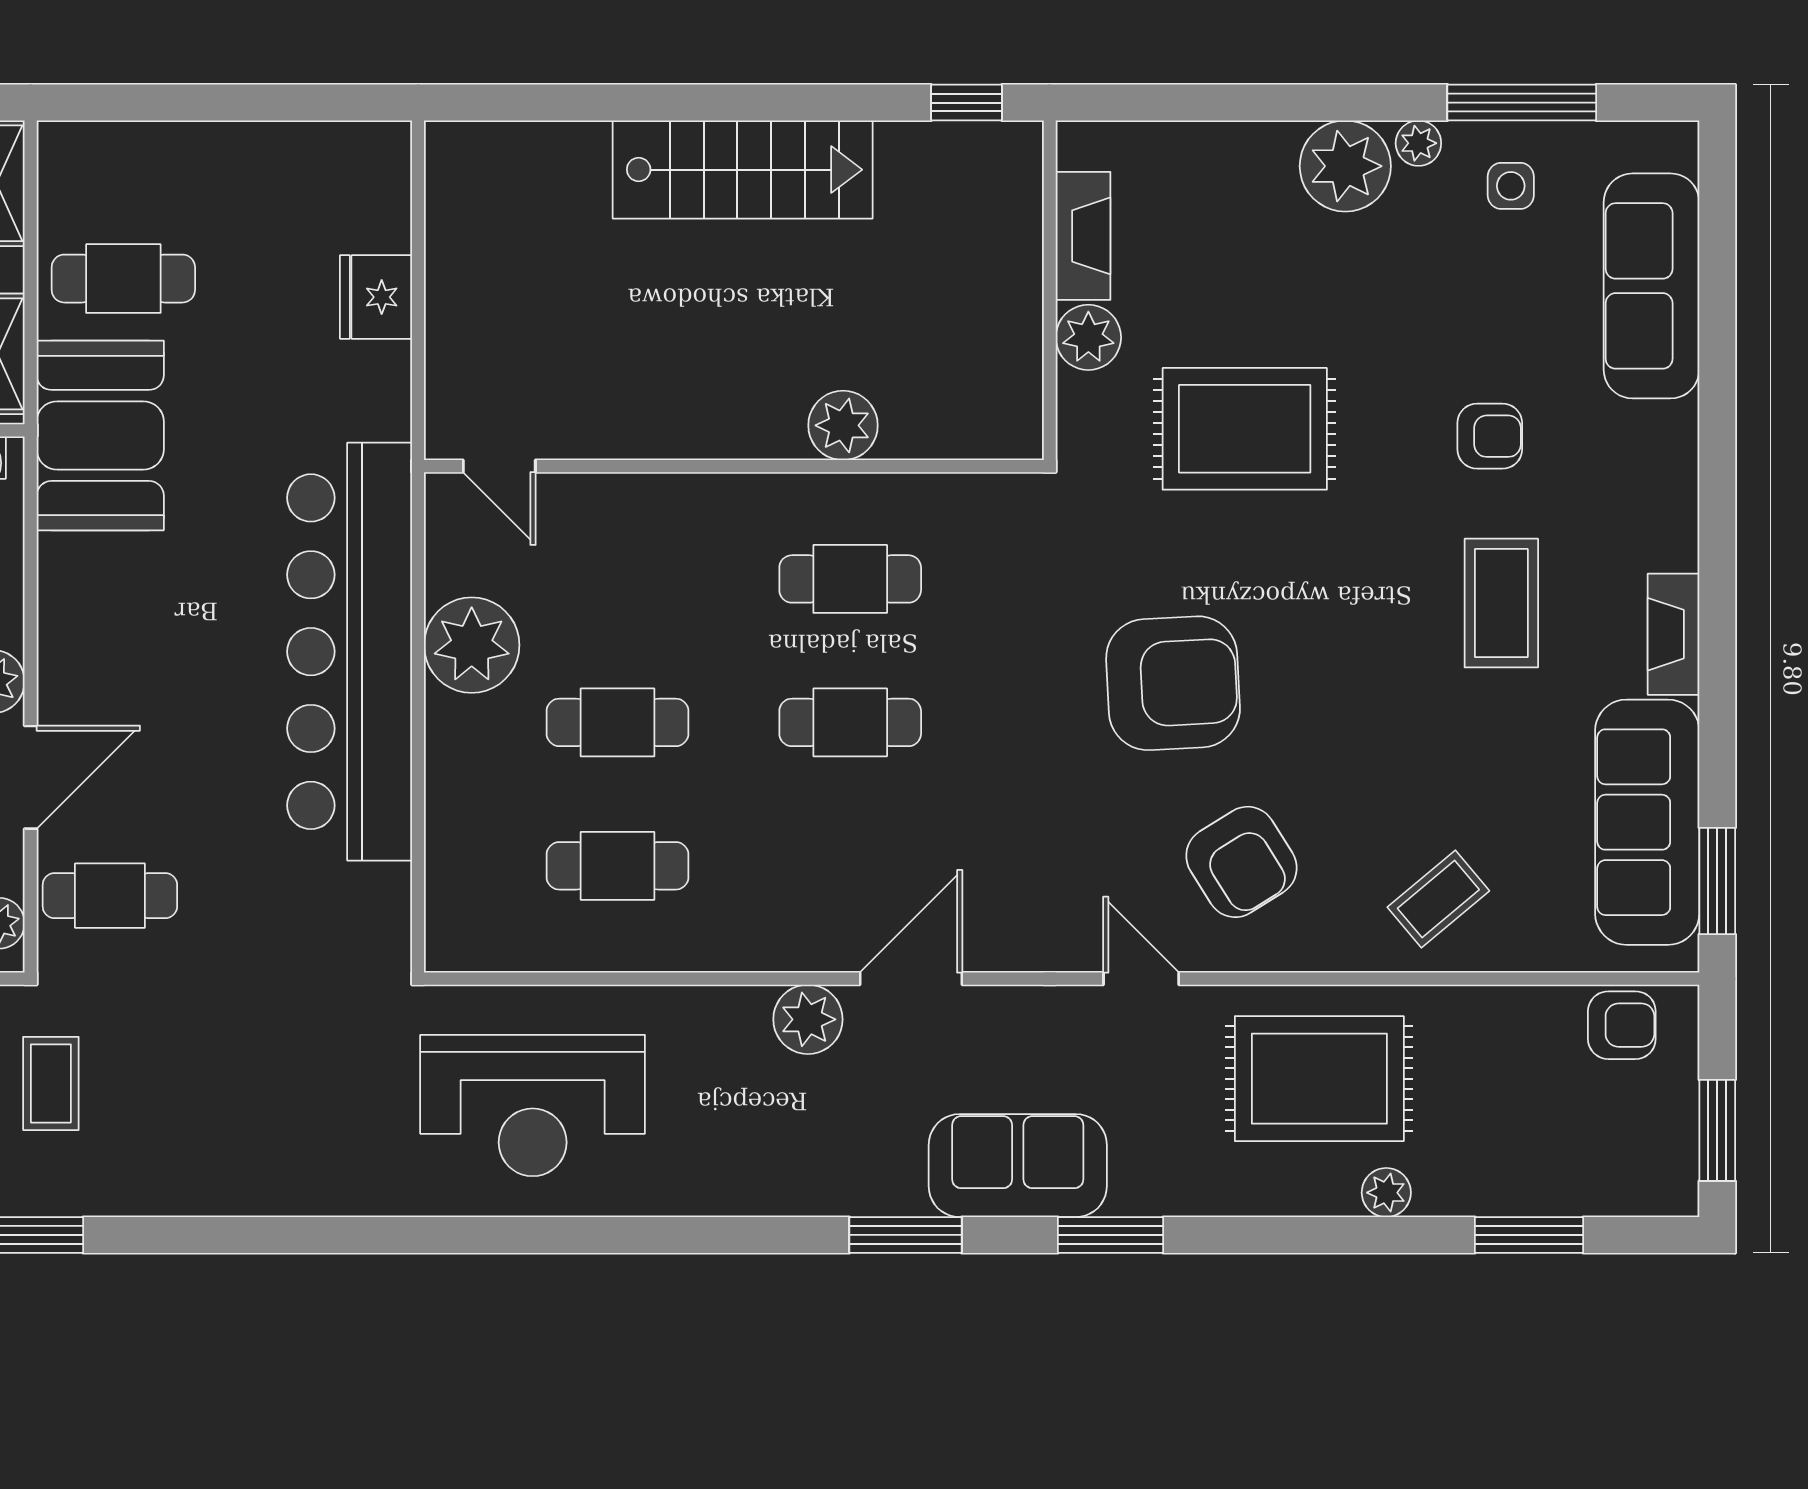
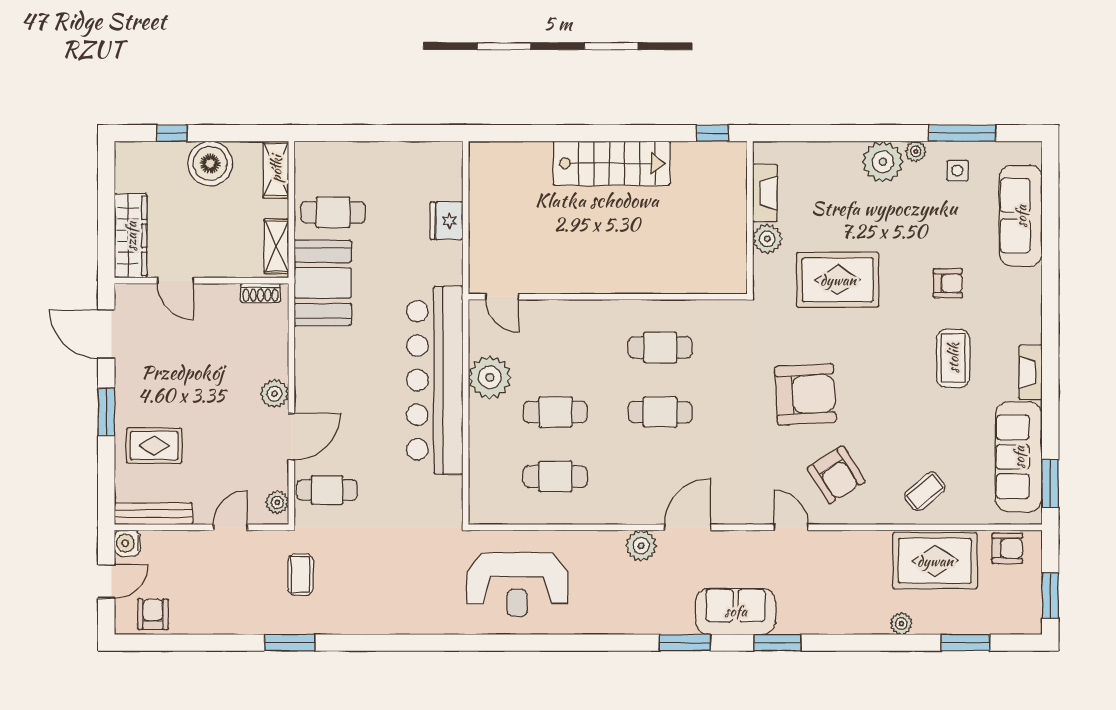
plant: (843, 425) -> (657, 278), removed
rug: (1319, 1079) -> (935, 561), moved

